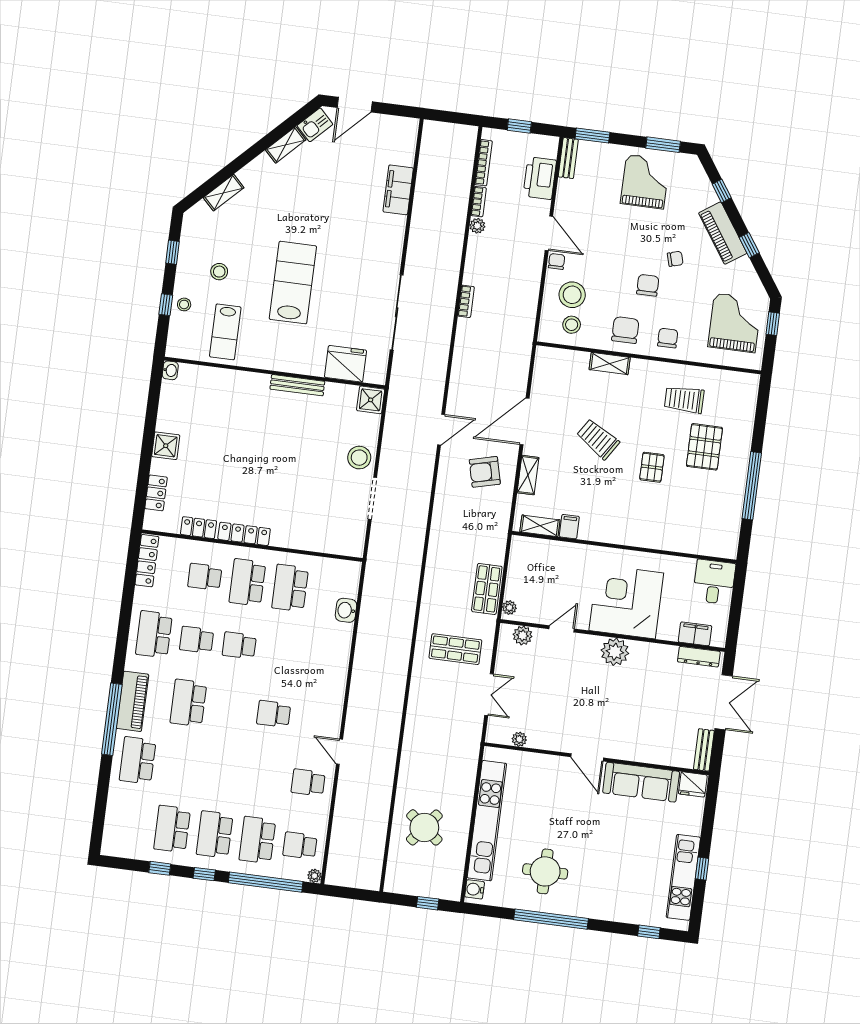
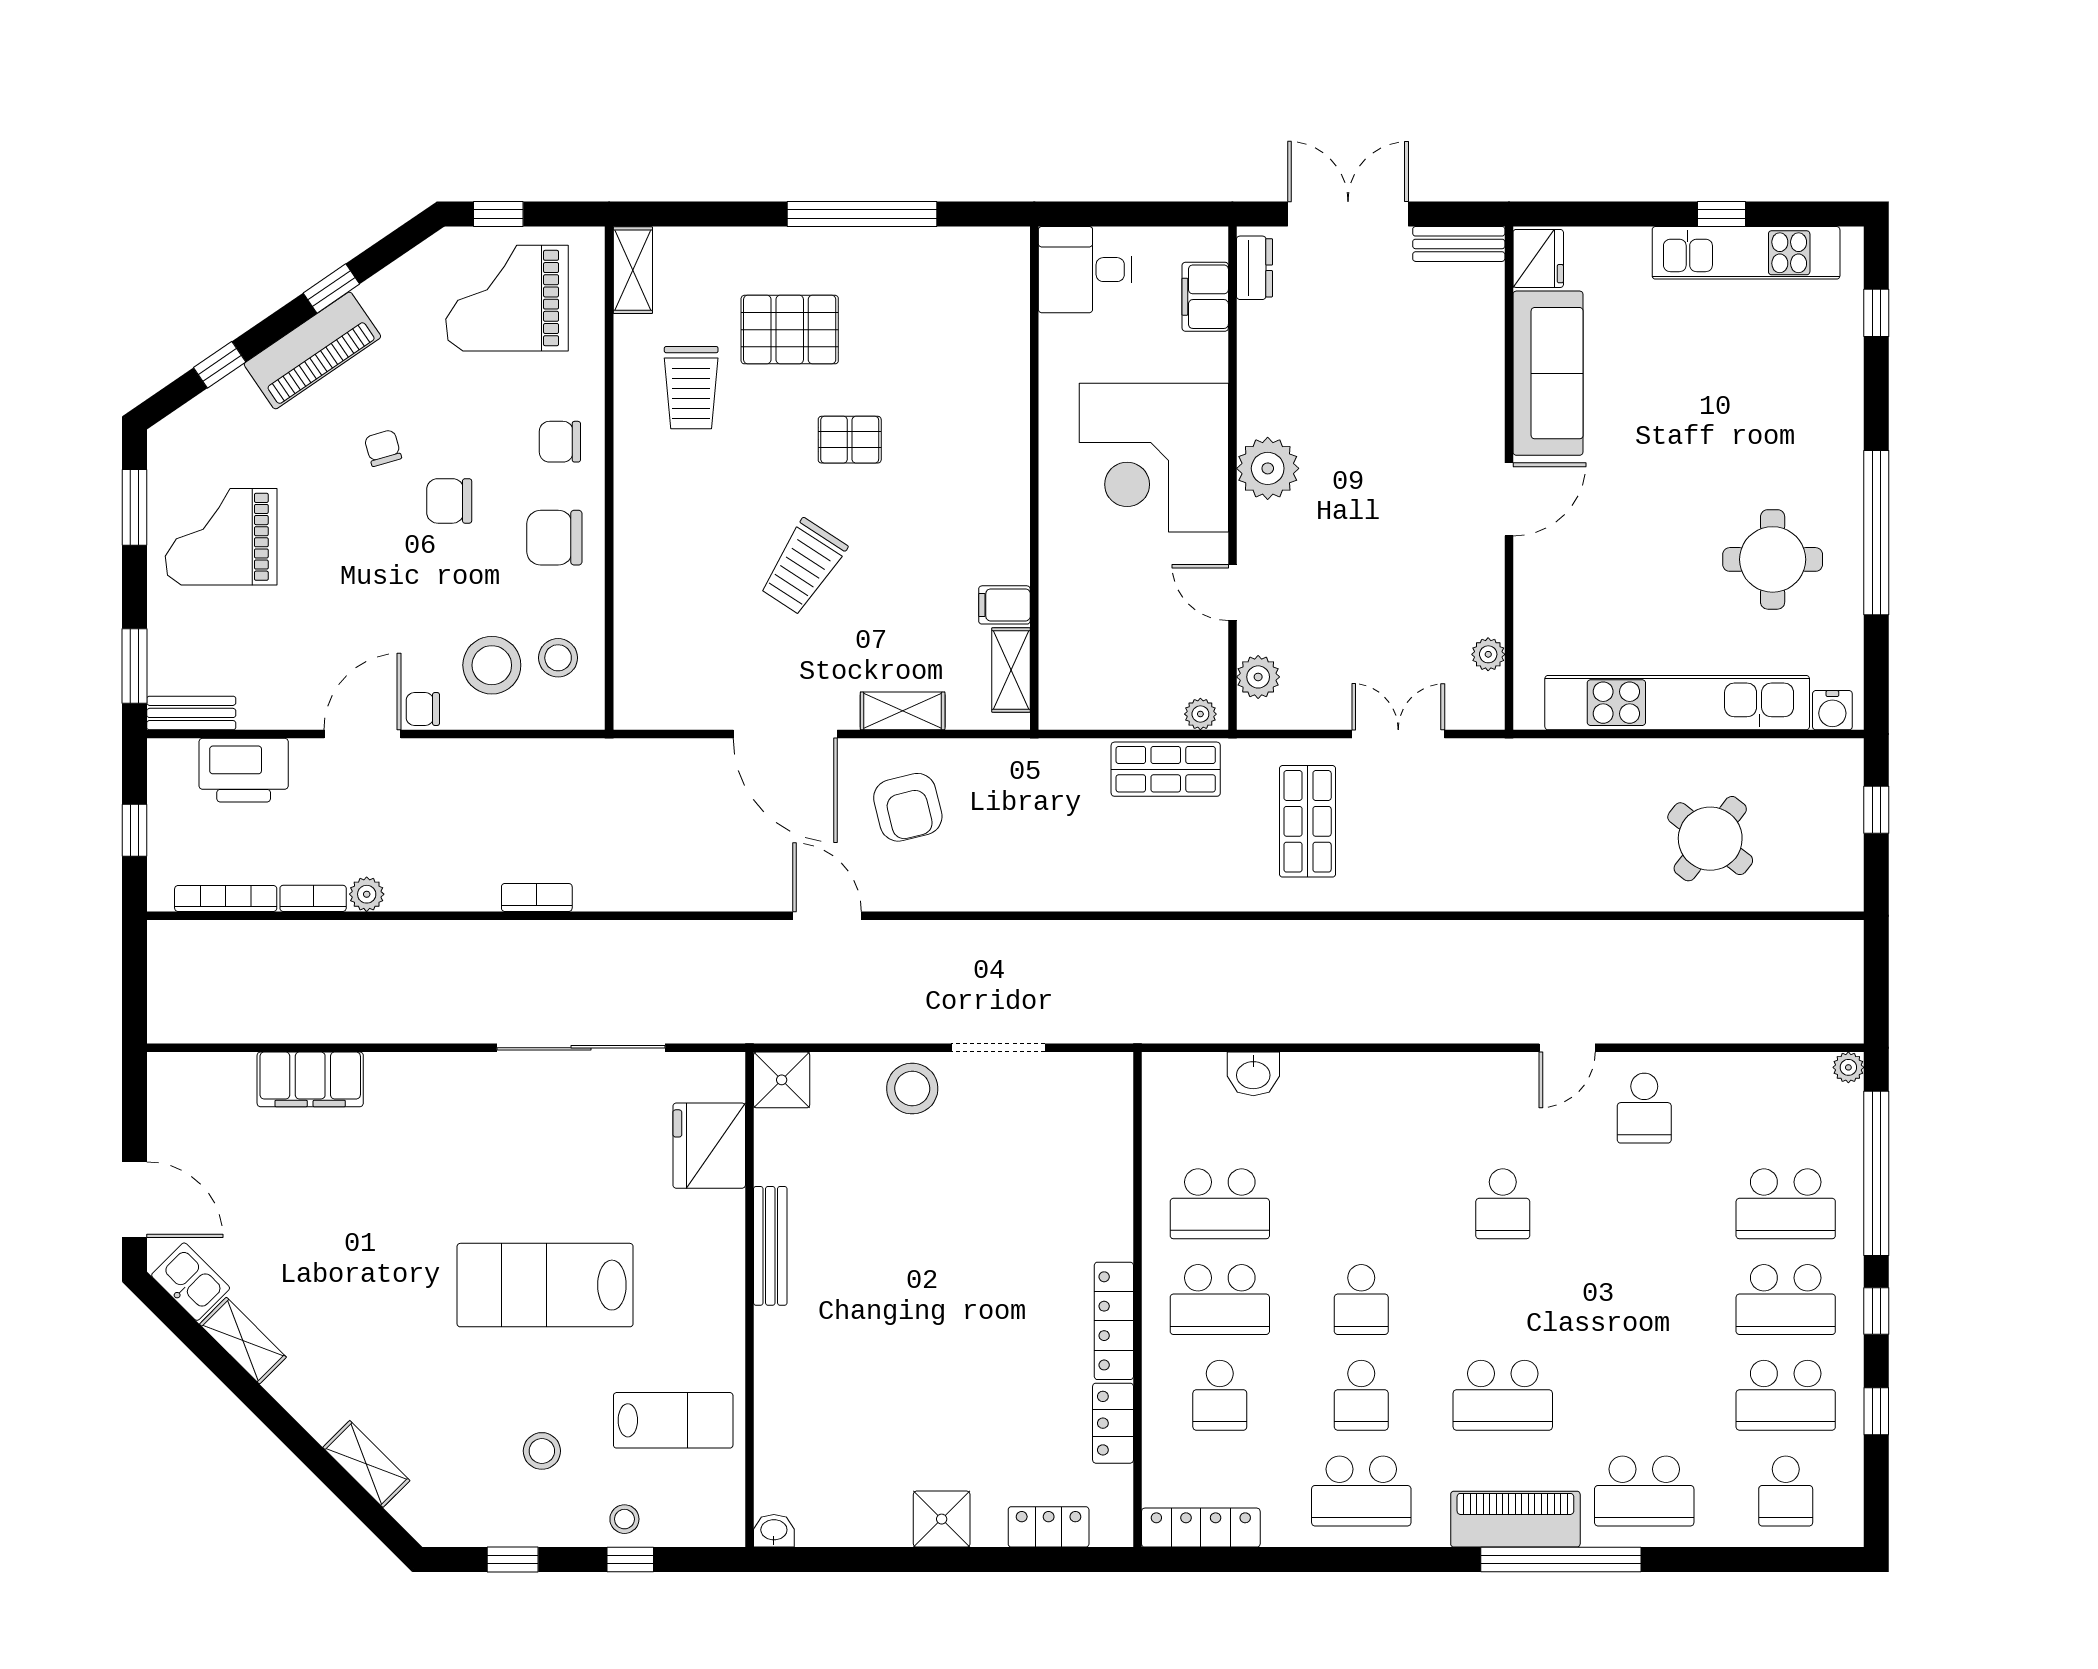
shelving: (610, 364) -> (633, 270), moved
dresser: (699, 657) -> (1254, 268), width x0.70
school desk: (300, 846) -> (1786, 1491), moved

